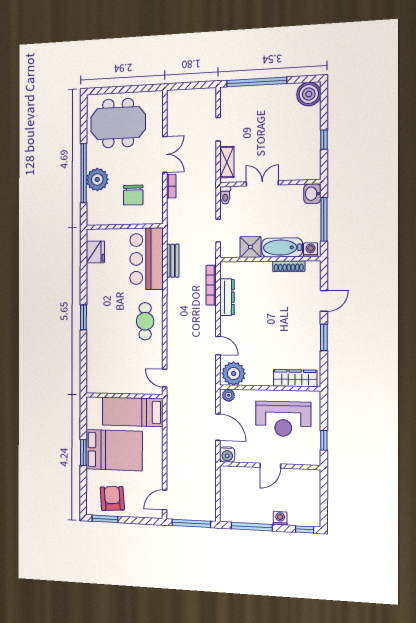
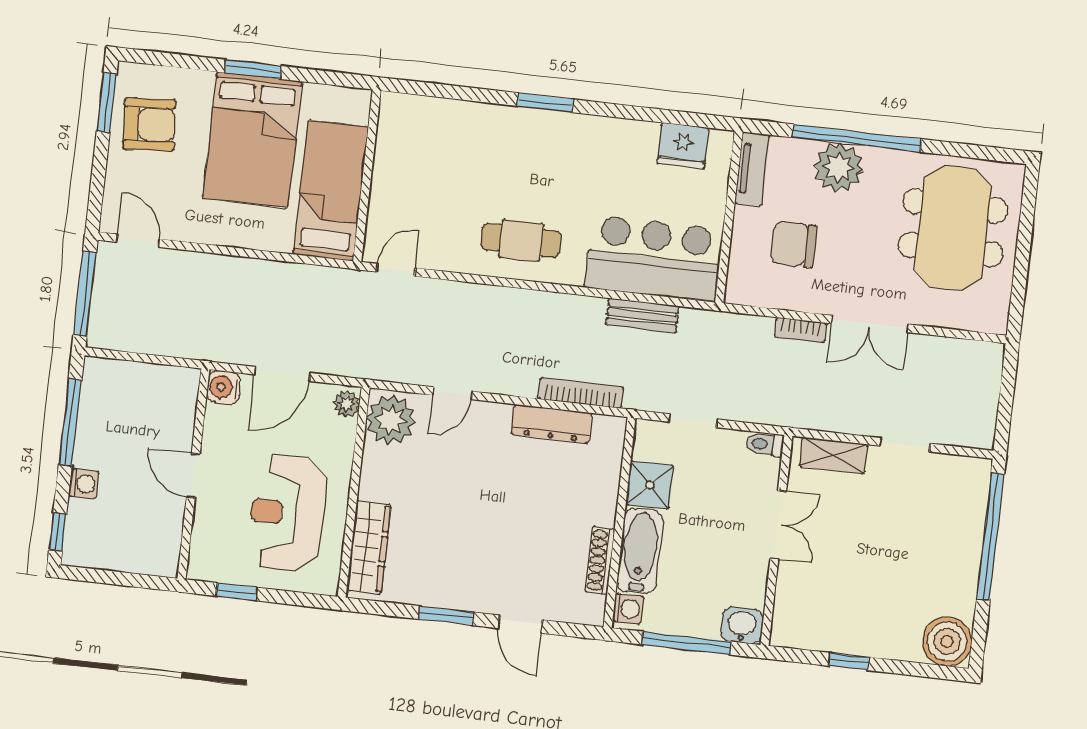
tv unit: (102, 219) -> (752, 169), added

